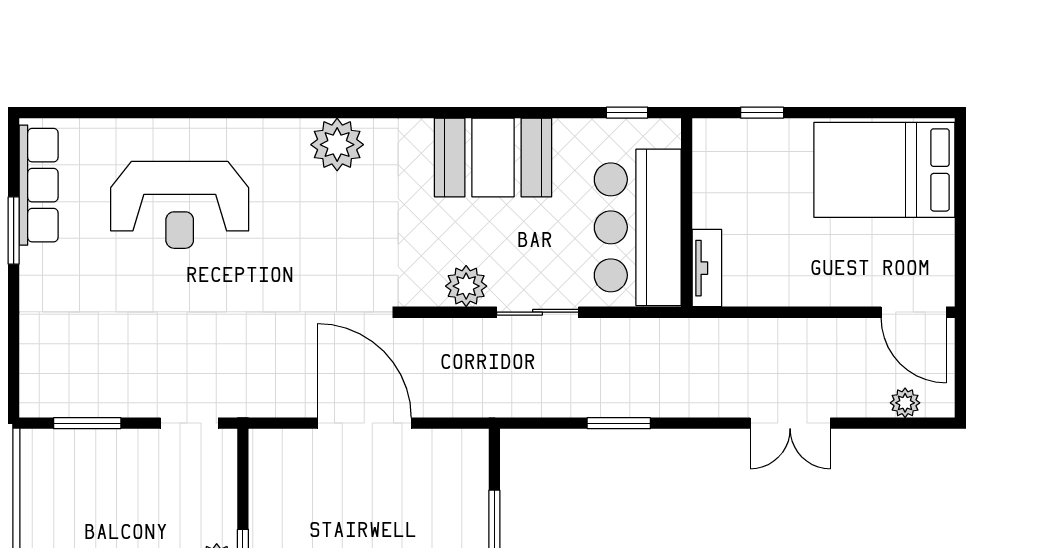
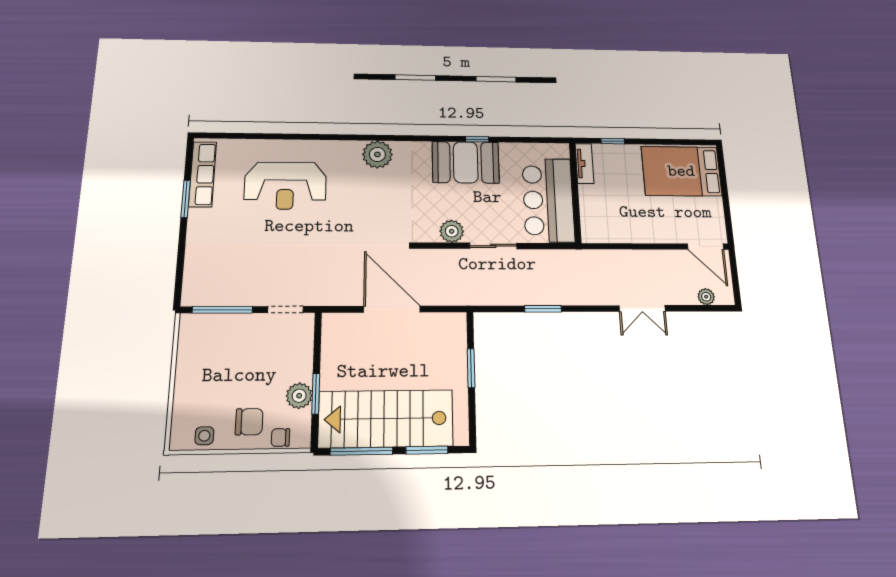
window: (627, 113) -> (477, 139), moved
tv unit: (707, 268) -> (584, 164), moved
window: (87, 423) -> (222, 310), width x1.44

